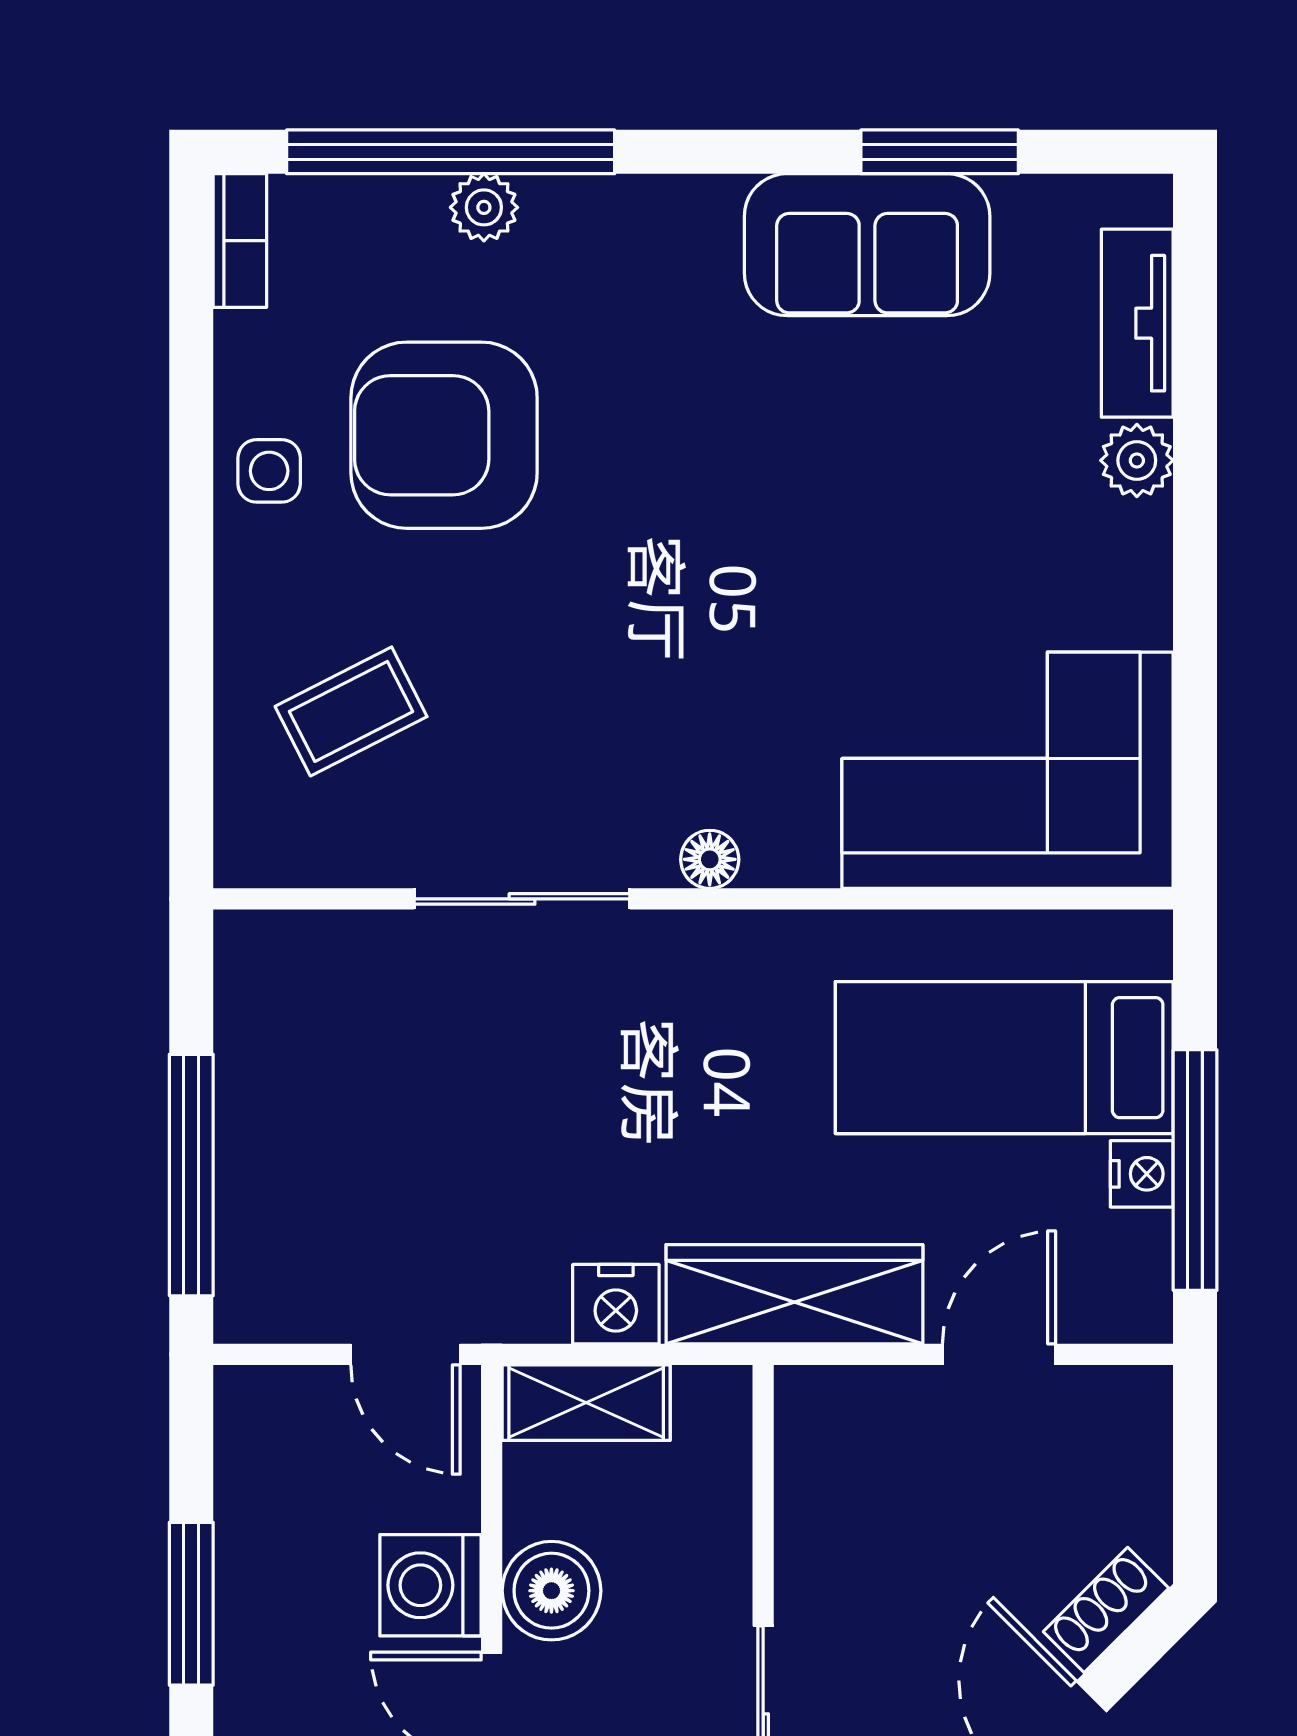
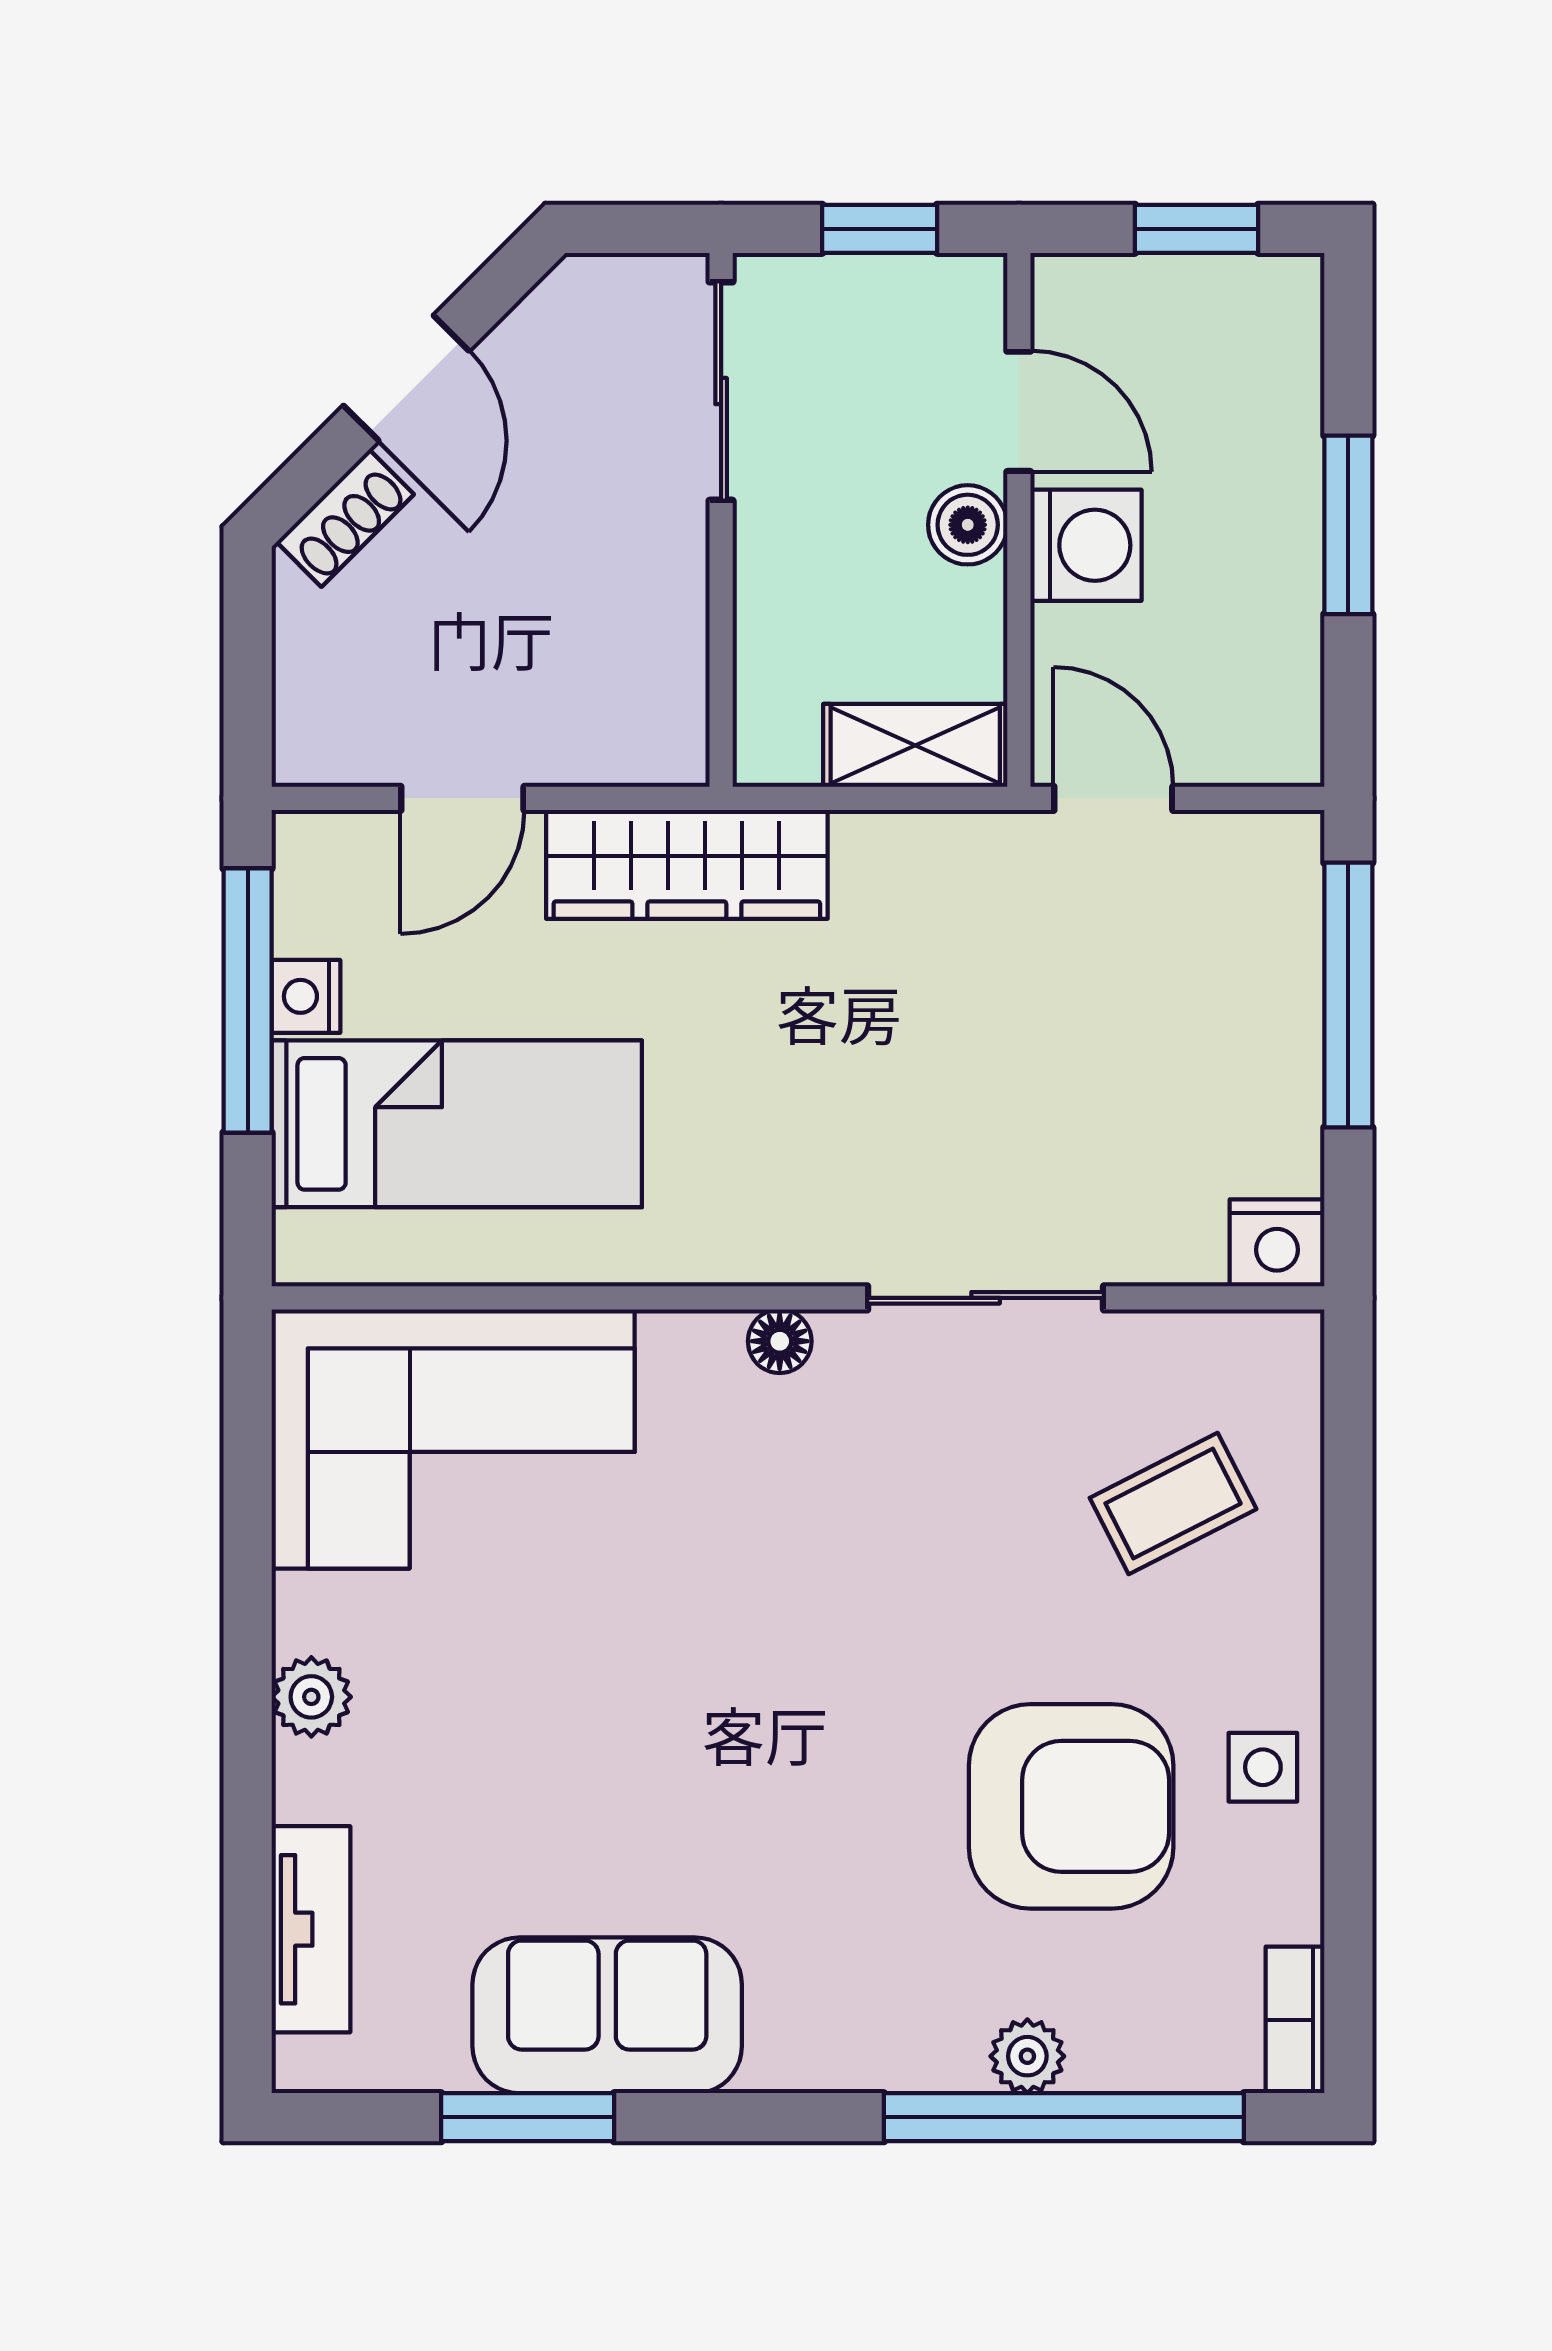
plant: (1137, 460) -> (311, 1697), moved
nightstand: (616, 1304) -> (1277, 1243), moved, turned 180
boiler: (551, 1591) -> (968, 525), width x0.73, depth x0.73

